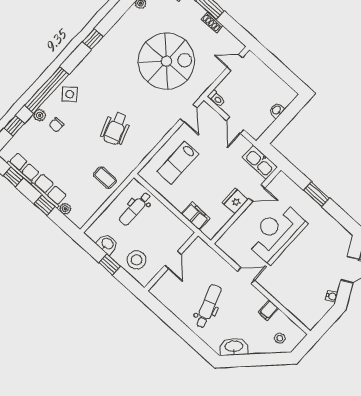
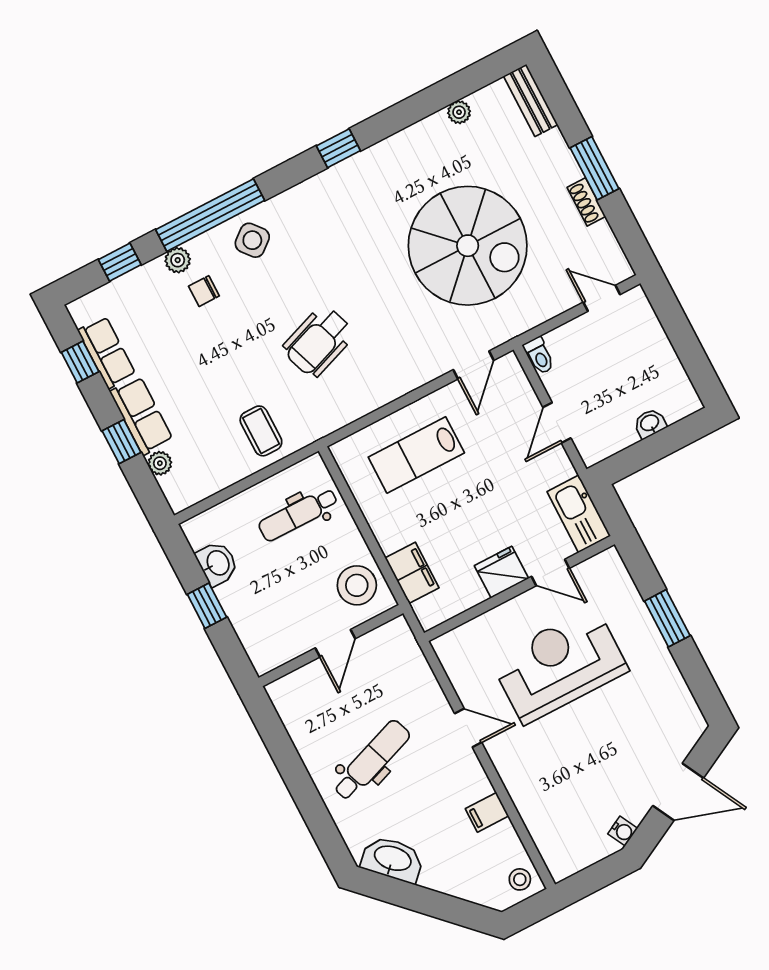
stool: (137, 260) -> (357, 585), moved
stool: (280, 338) -> (520, 879), moved

